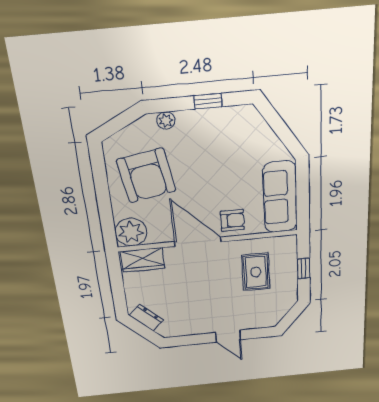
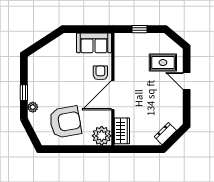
window: (208, 101) -> (24, 93), moved
sofa: (280, 197) -> (94, 43), width x0.73
rug: (256, 272) -> (163, 63), moved
door: (228, 336) -> (187, 81), swing flipped

